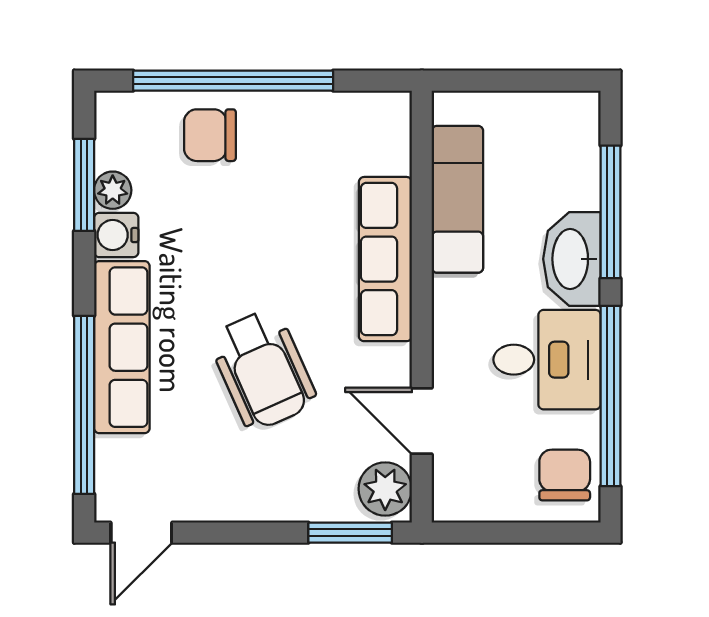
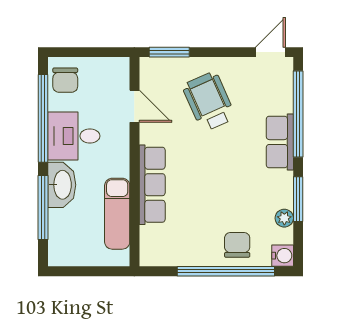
chair: (210, 135) -> (237, 245), turned -90
window: (84, 185) -> (298, 199), moved
water cooler: (116, 235) -> (283, 256), moved
row of seats: (122, 347) -> (280, 142), width x0.68
wheelchair: (263, 370) -> (209, 101), moved
plant: (385, 489) -> (152, 73), removed

